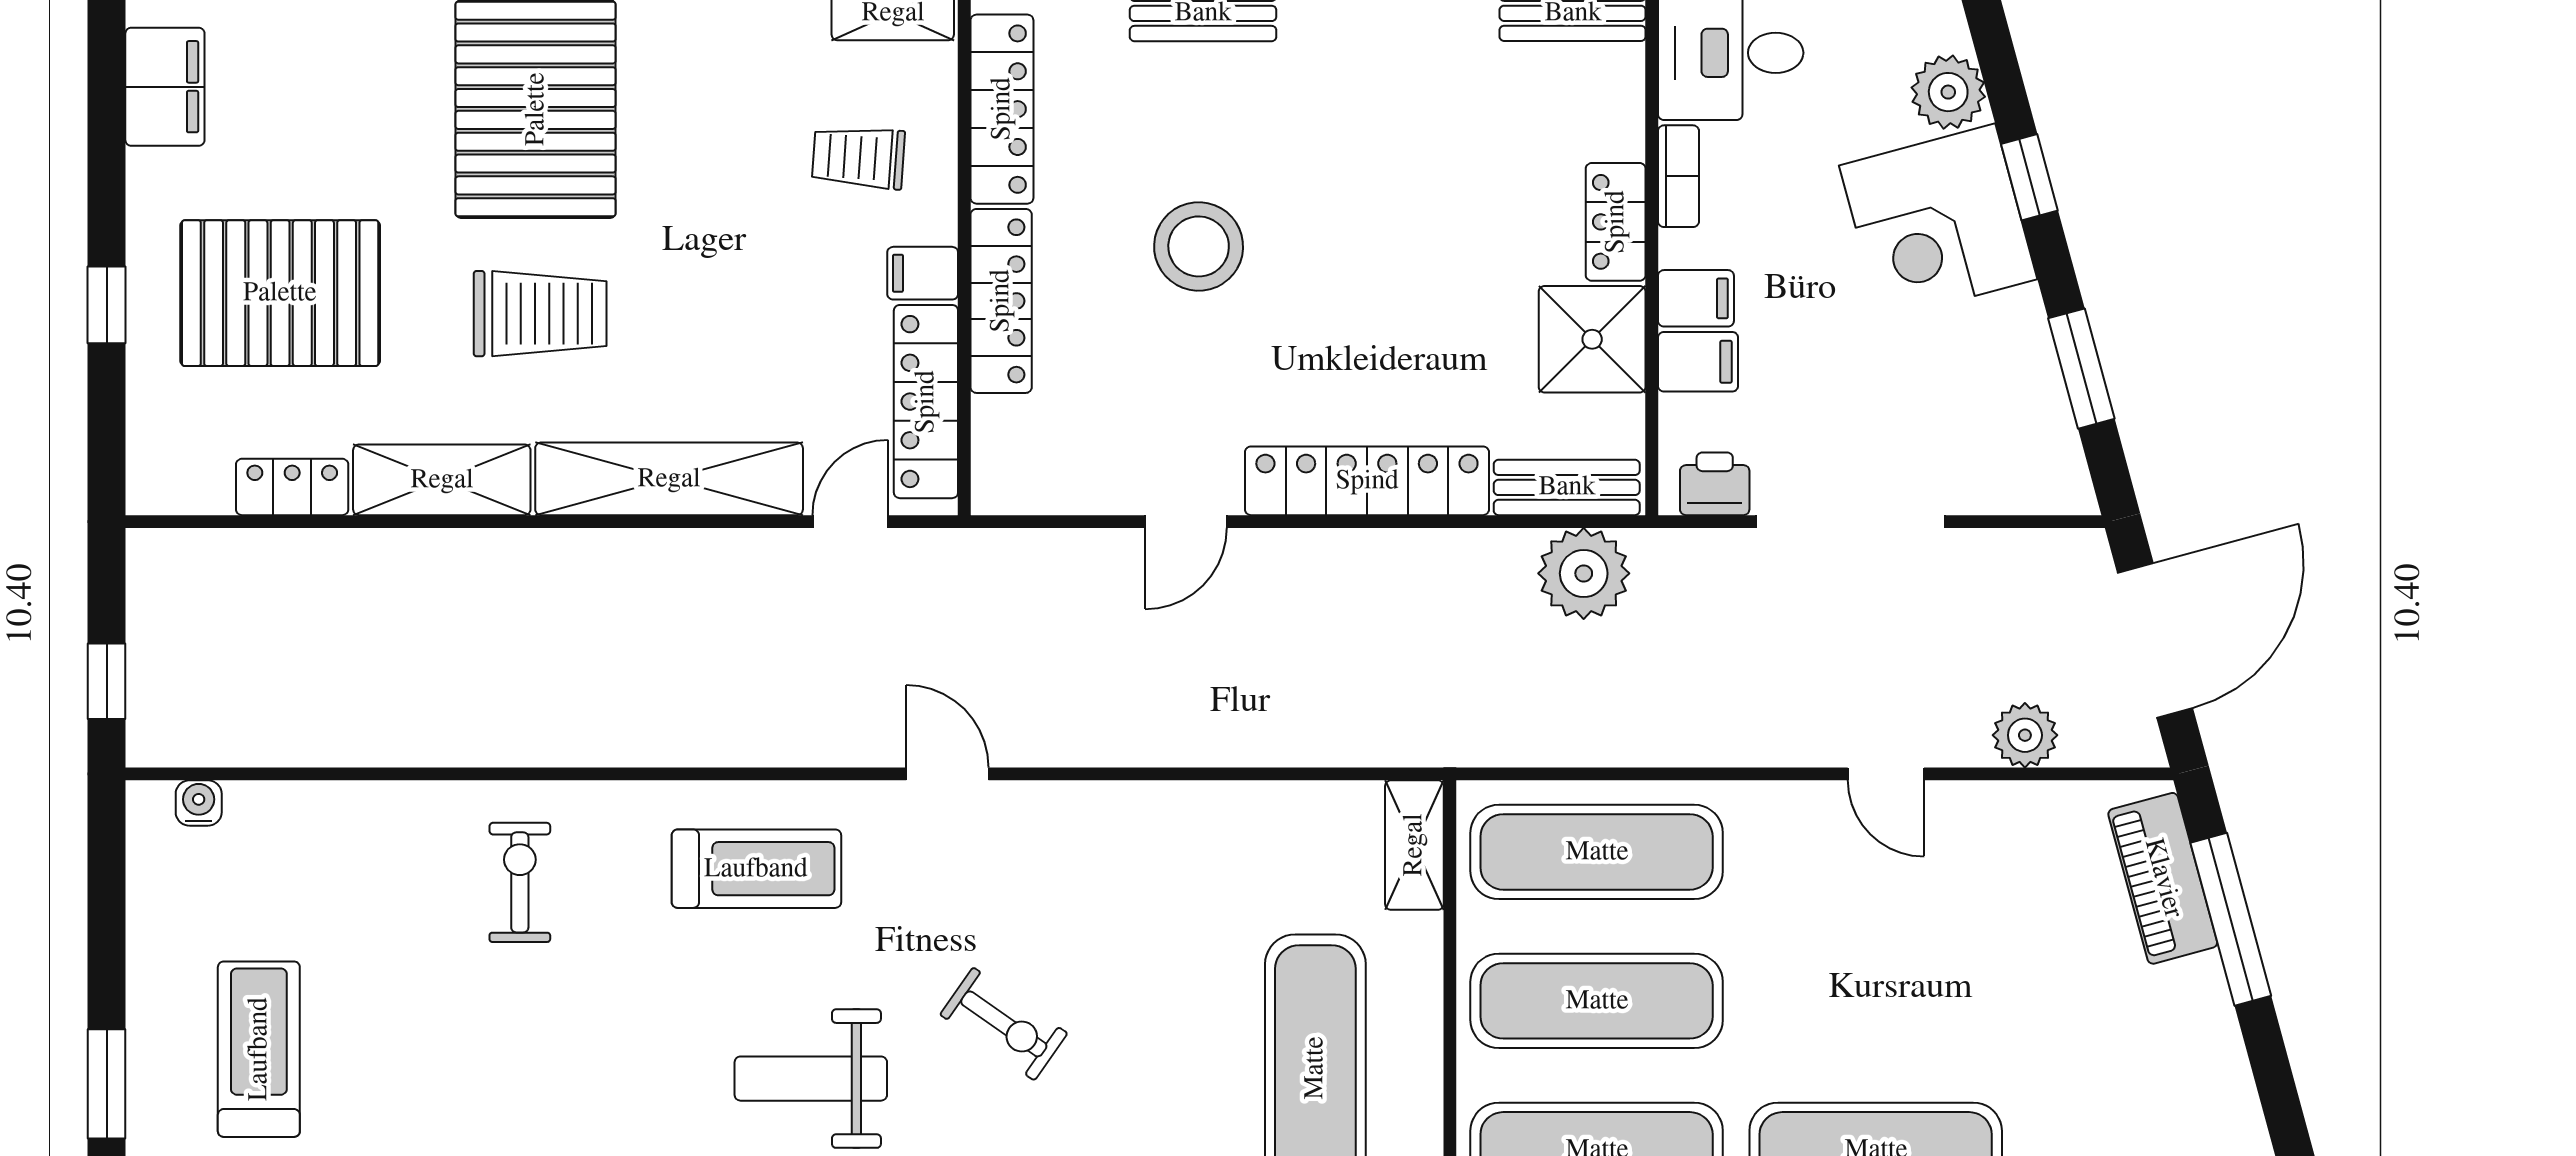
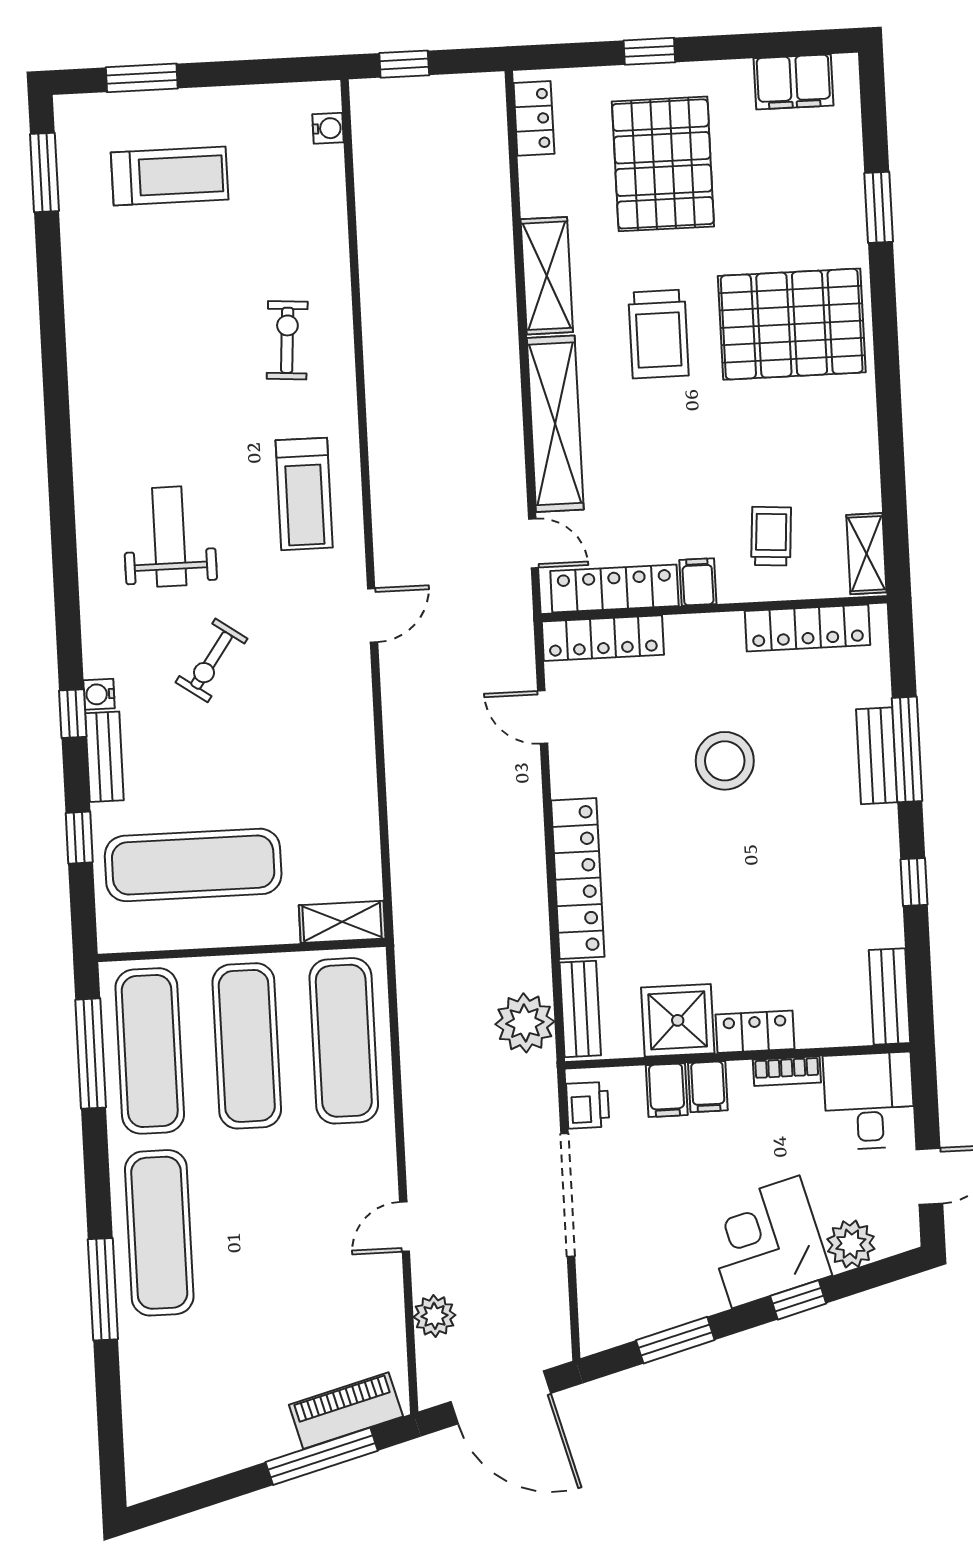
locker: (1001, 301) -> (603, 638), moved
locker: (292, 487) -> (534, 118), moved
door: (1186, 522) -> (543, 717), moved
exercise bike: (520, 882) -> (287, 340), turned -86

